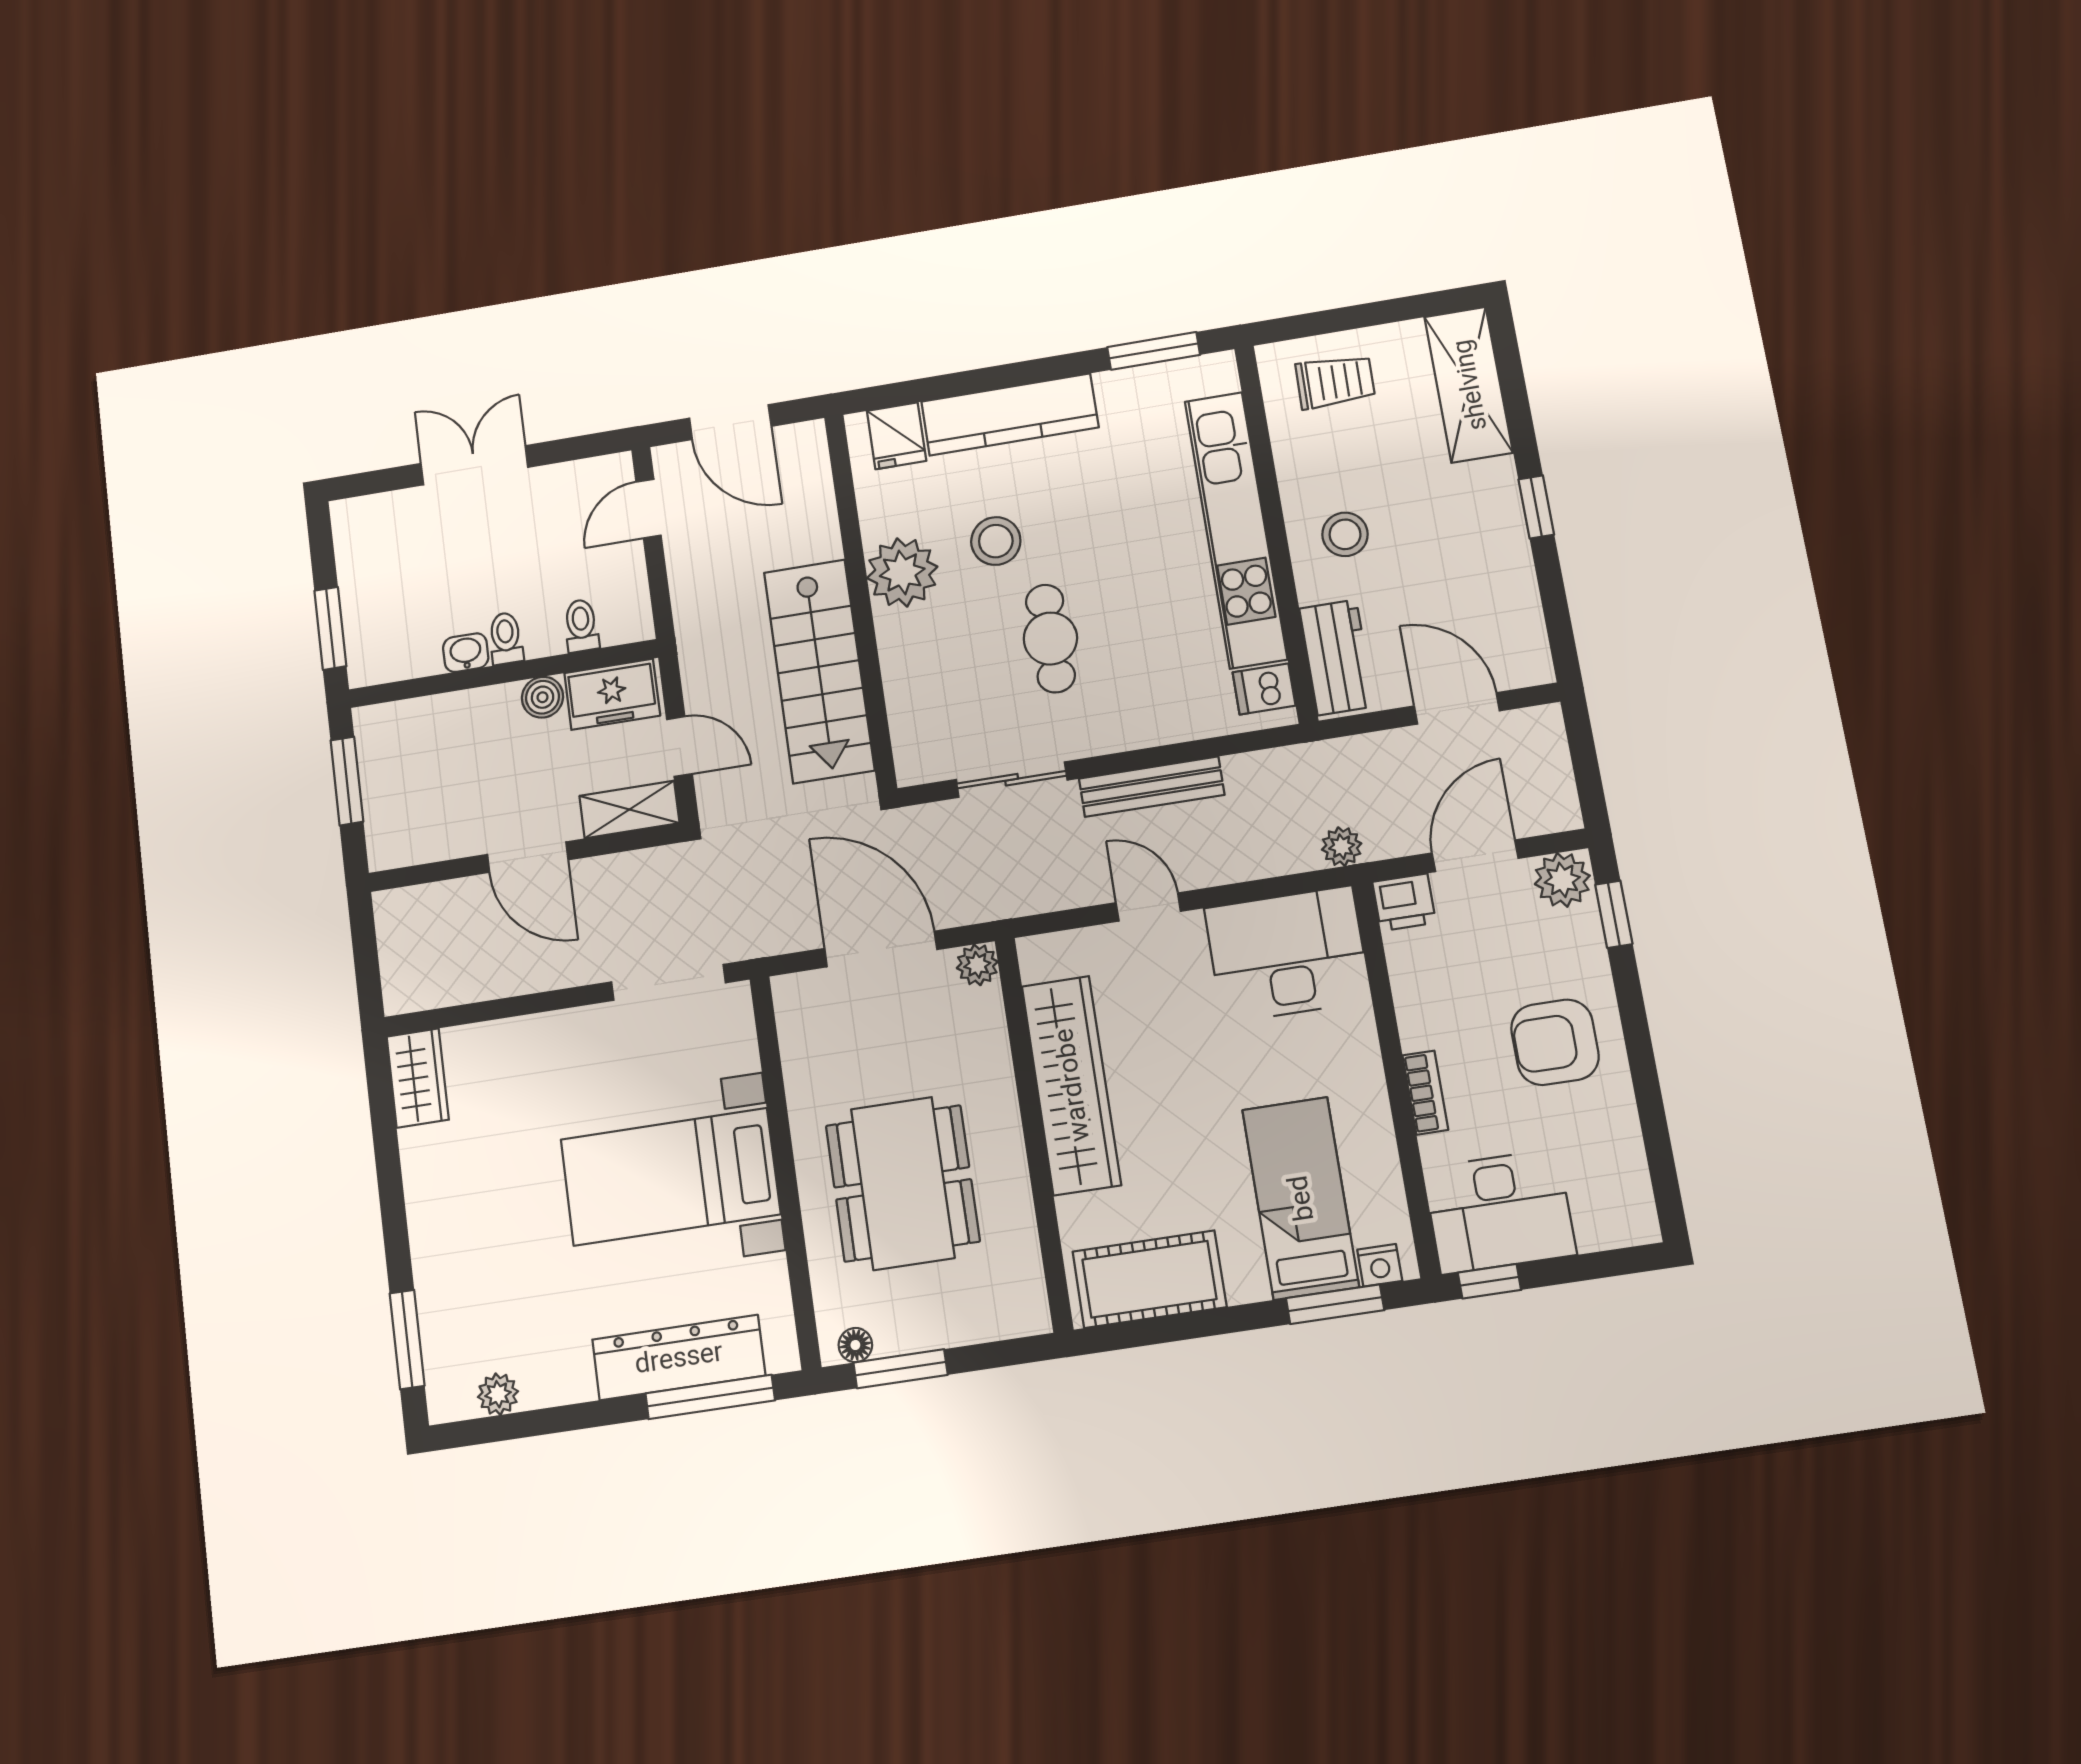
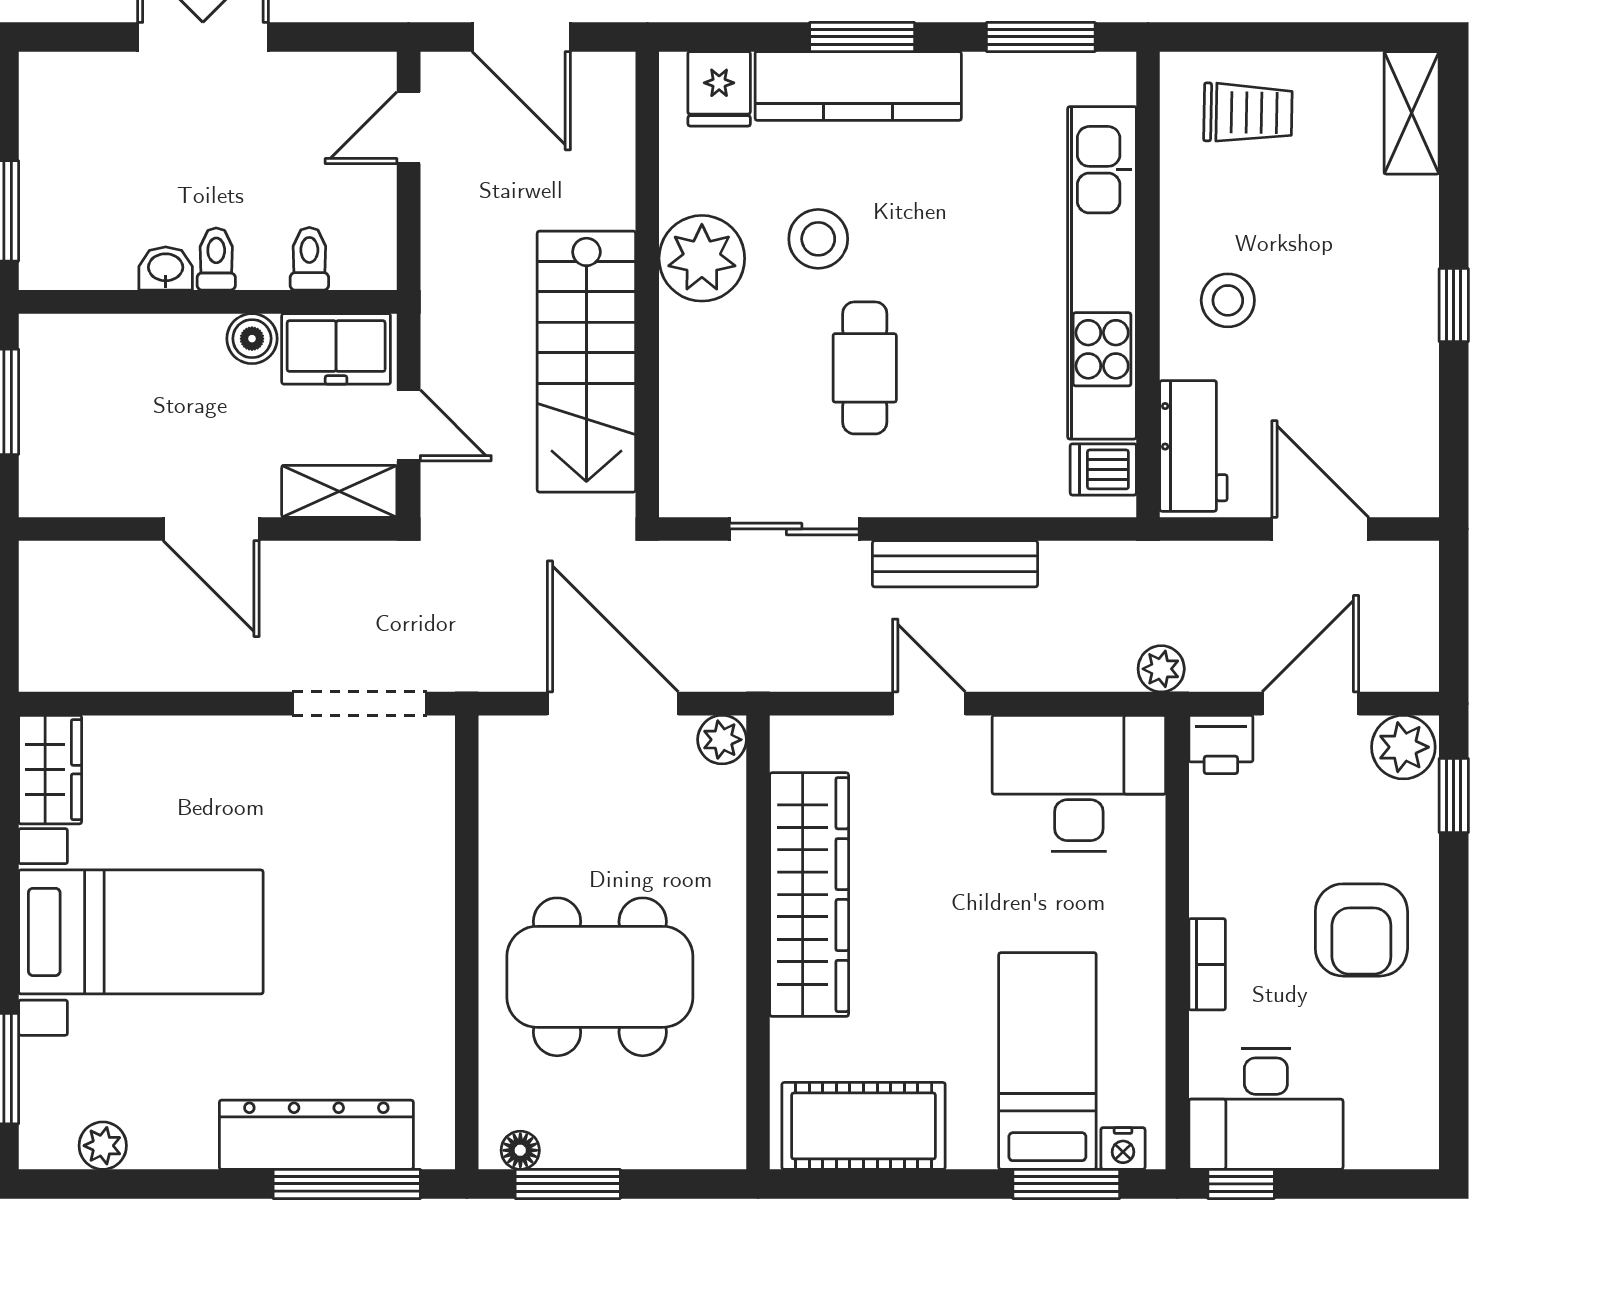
window: (1007, 376) -> (862, 37), added
shelving: (1469, 385) -> (1412, 113), width x0.67, depth x0.75
armchair: (1555, 1042) -> (1361, 930), turned -90
bed with nightstands: (670, 1177) -> (141, 932), moved, turned 180
dining table: (903, 1183) -> (600, 977), turned 90

